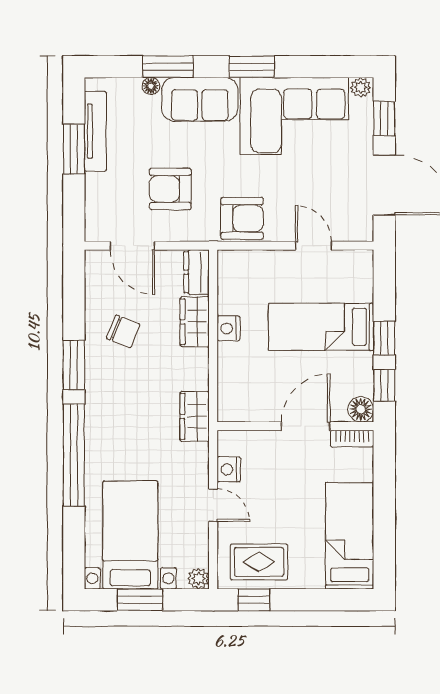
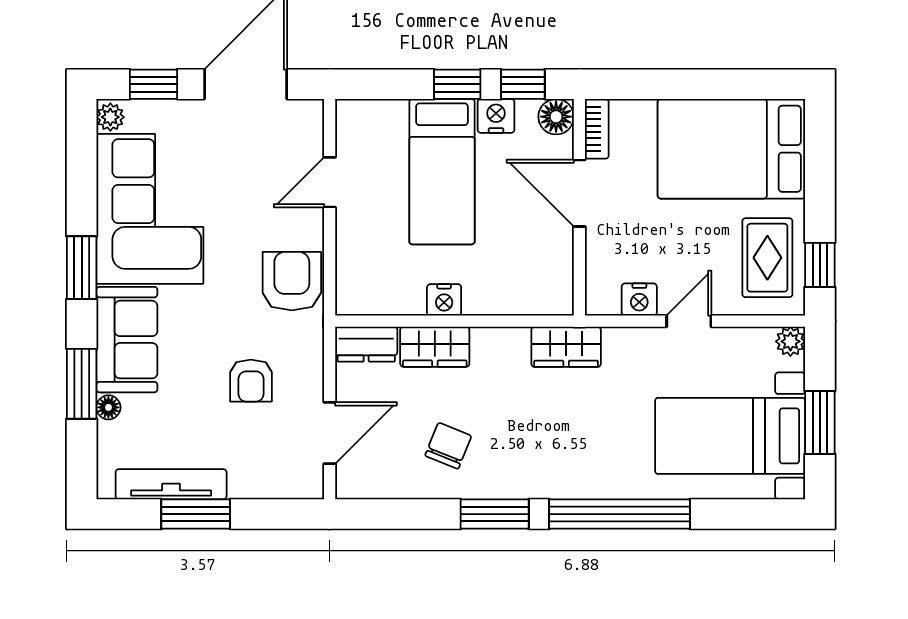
armchair: (170, 189) -> (251, 381), width x0.72, depth x0.72
nightstand: (361, 366) -> (496, 116), added
bed: (350, 536) -> (731, 149), width x1.50

